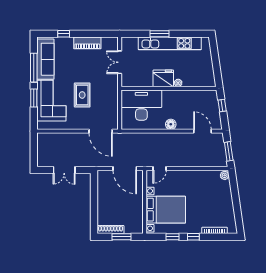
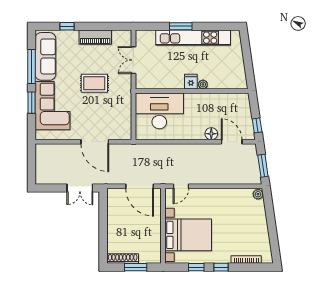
fridge: (163, 78) -> (191, 82), width x0.53, depth x0.75
rug: (82, 95) -> (94, 83), moved, turned 90
window: (222, 106) -> (257, 125), moved
floor lamp: (171, 124) -> (211, 134), moved
door: (101, 131) -> (95, 142), moved
double door: (64, 170) -> (80, 188), moved

